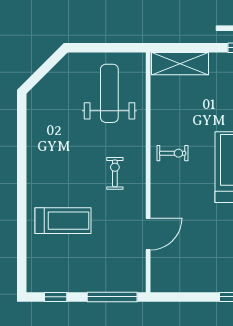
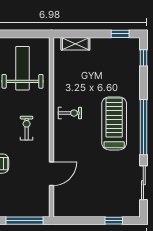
shelving: (180, 64) -> (75, 44), width x0.67, depth x0.75

